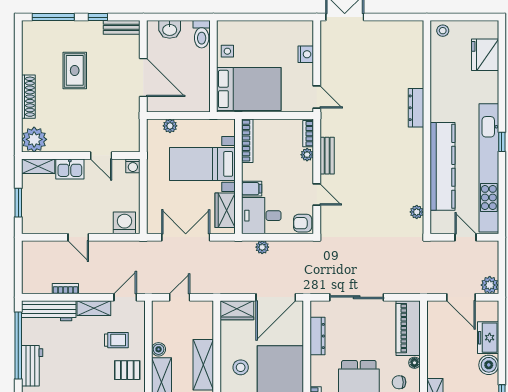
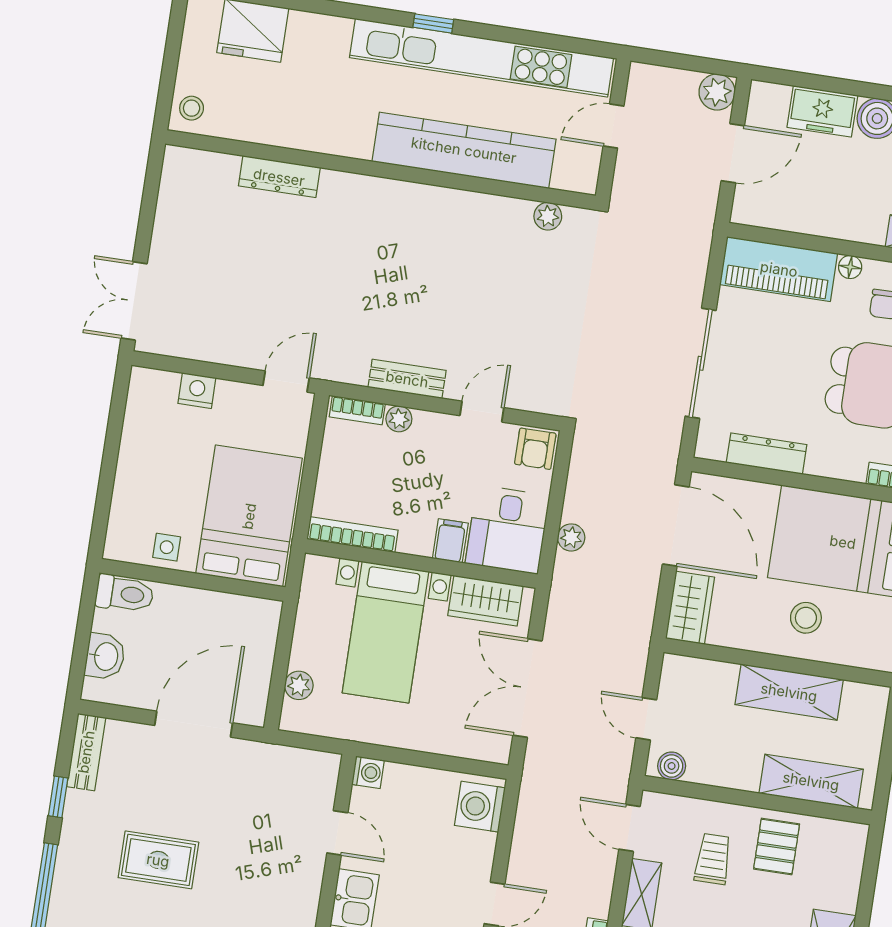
dresser: (416, 108) -> (279, 177), moved
door: (101, 155) -> (337, 833), hinge flipped
boiler: (159, 349) -> (672, 766), moved

